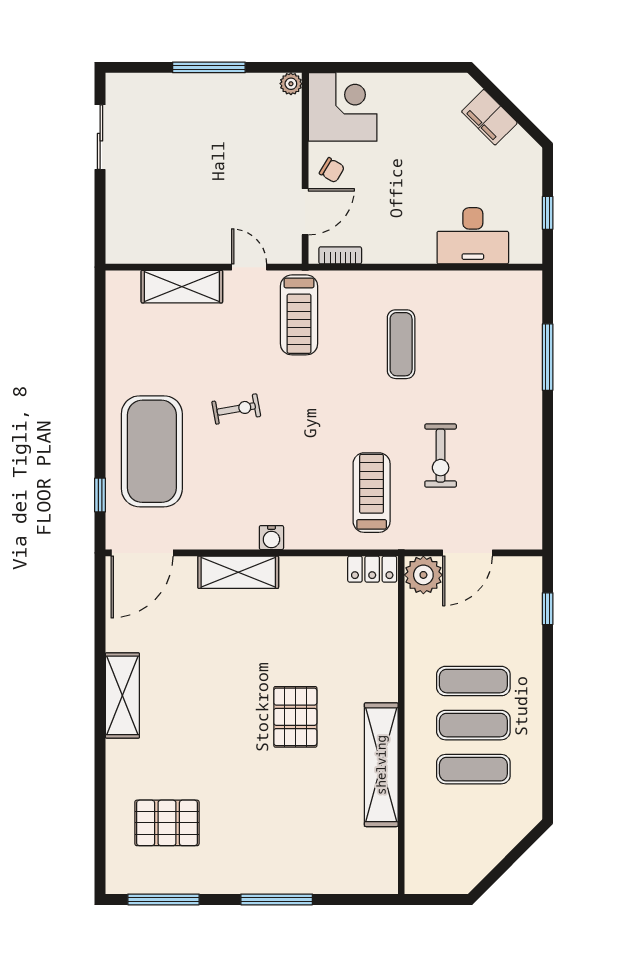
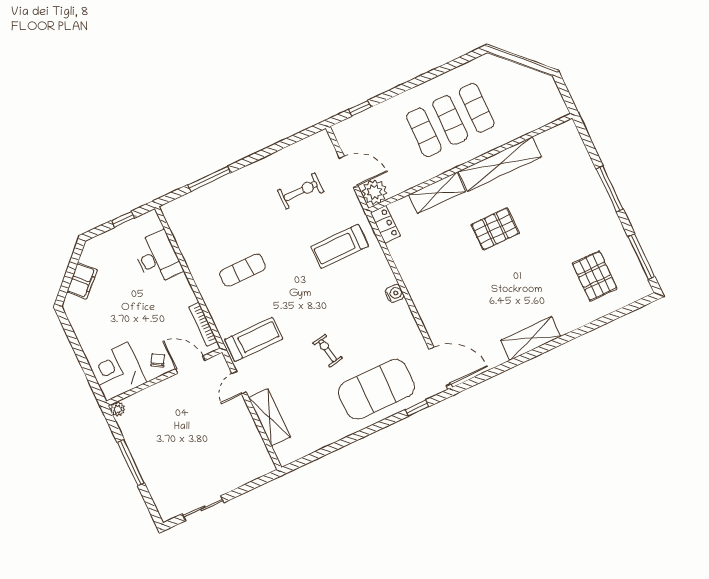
bookcase: (340, 255) -> (203, 324), width x1.56
exercise bike: (441, 456) -> (301, 191), moved
shelving: (238, 572) -> (437, 193), moved, turned 90

